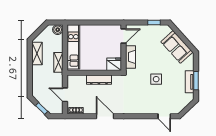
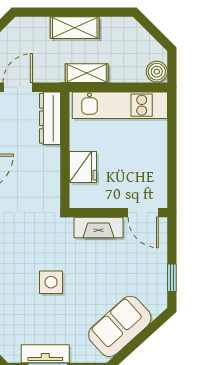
shelving: (37, 53) -> (75, 28), moved
fridge: (114, 64) -> (83, 167), moved
dresser: (99, 80) -> (50, 118), moved

